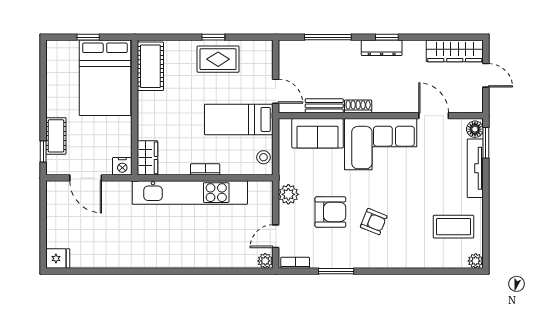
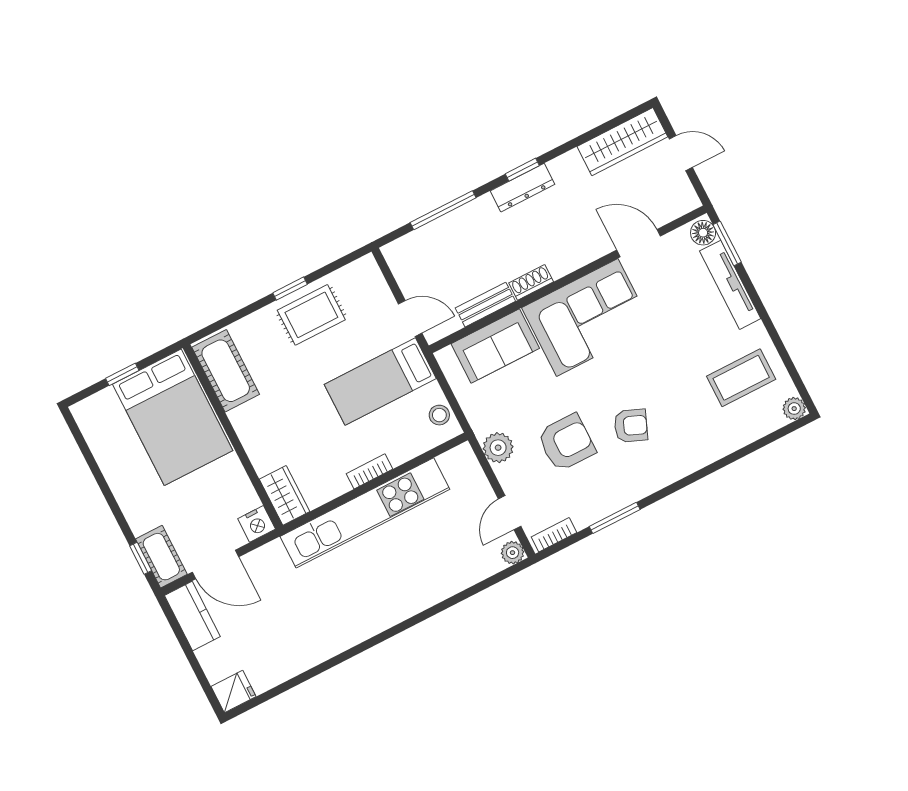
cot: (56, 136) -> (161, 557), moved
kitchen counter: (56, 201) -> (192, 616), added

